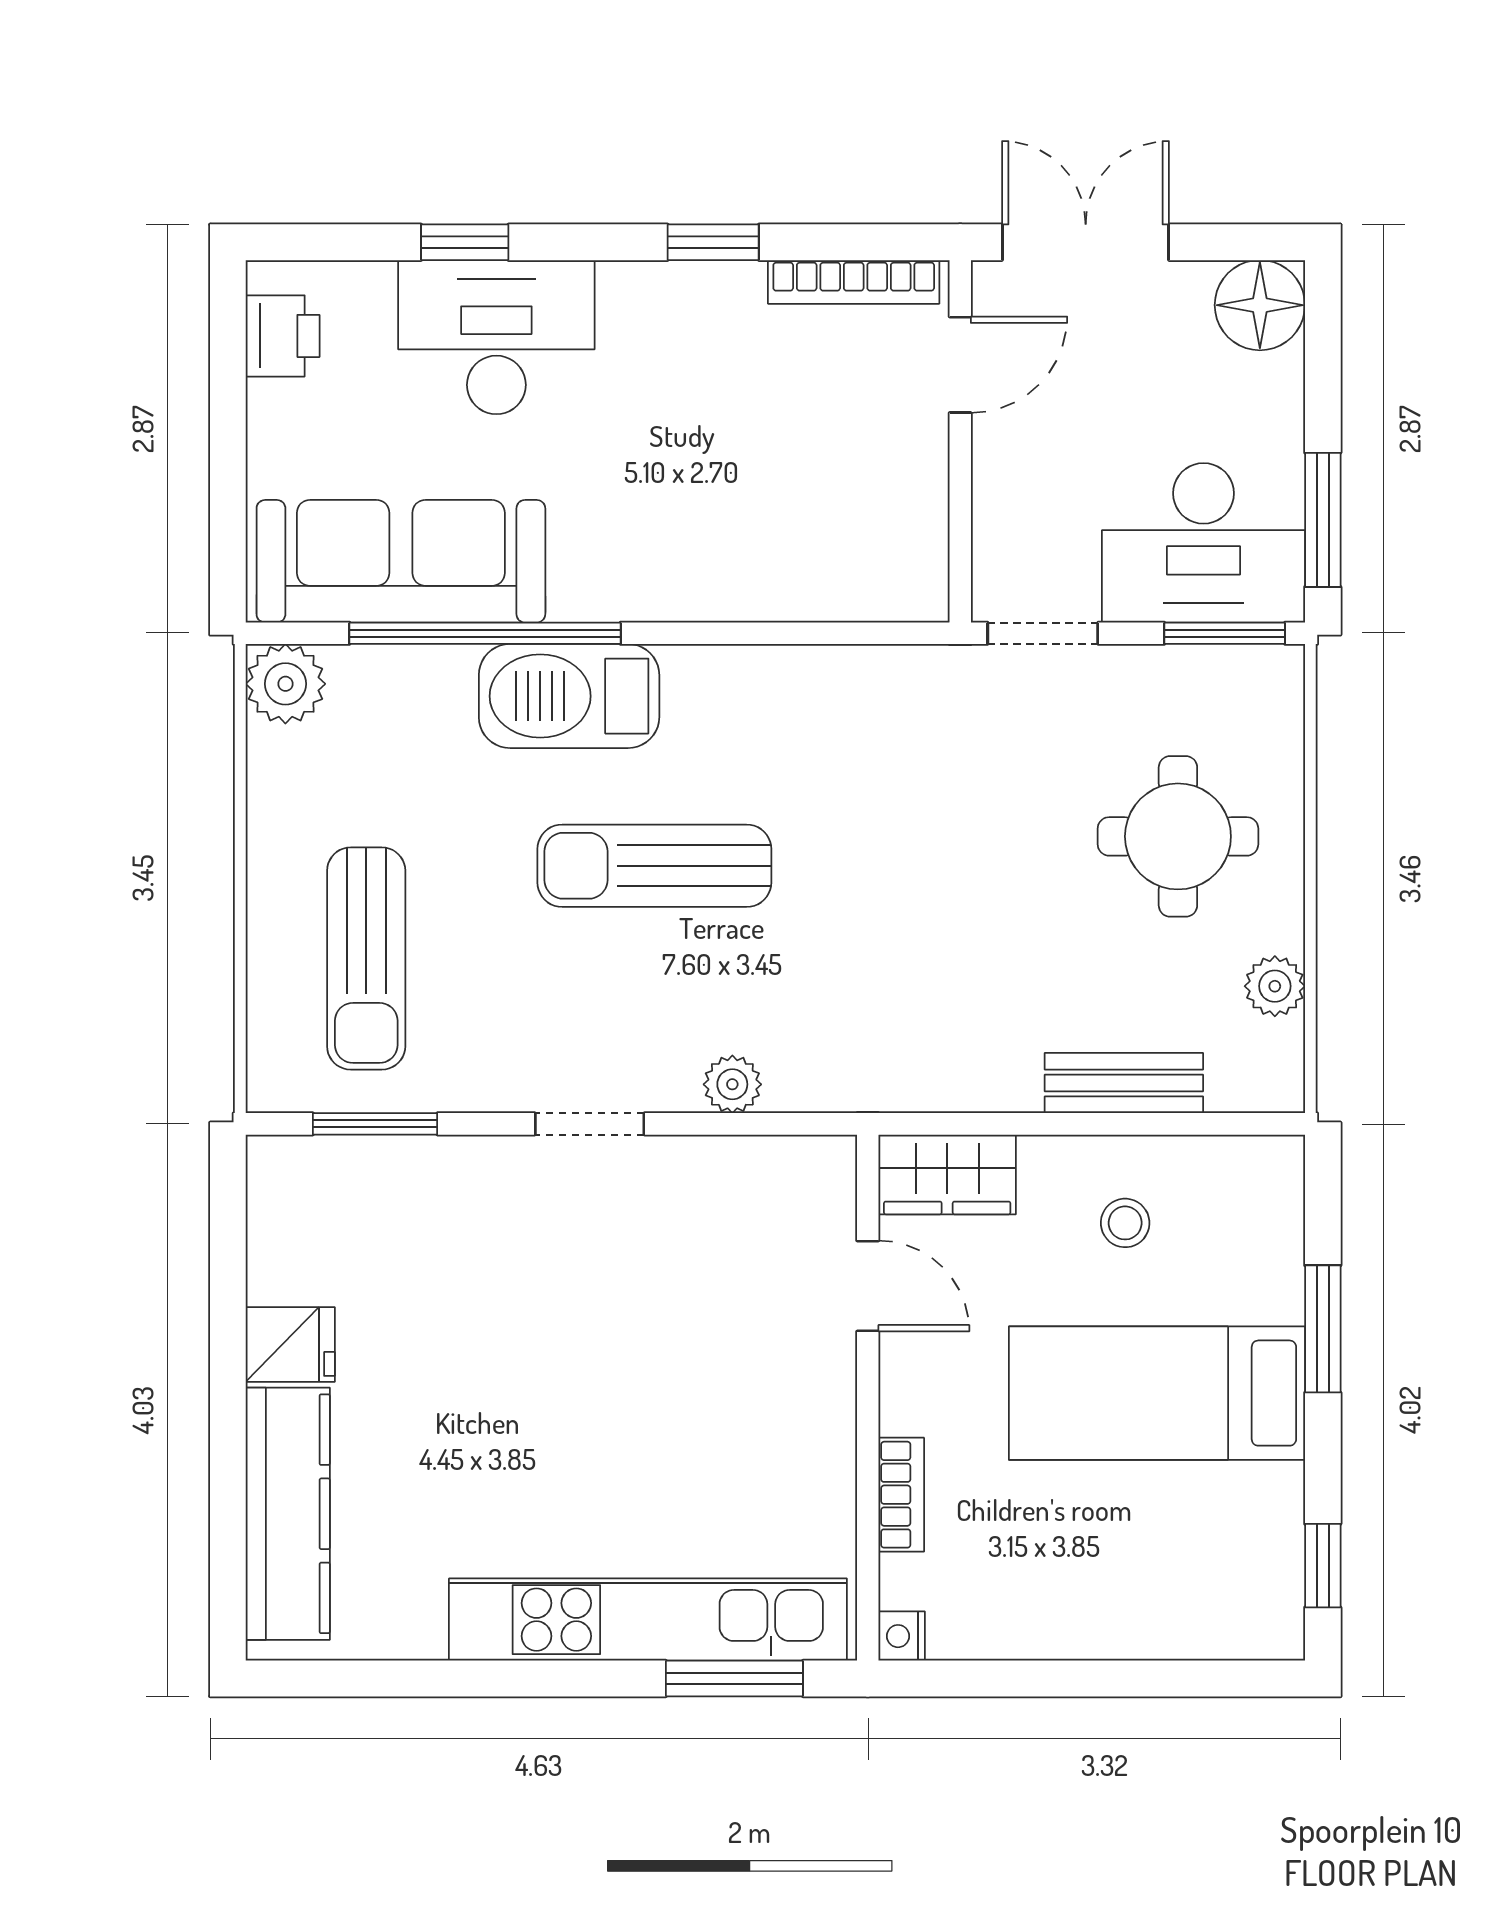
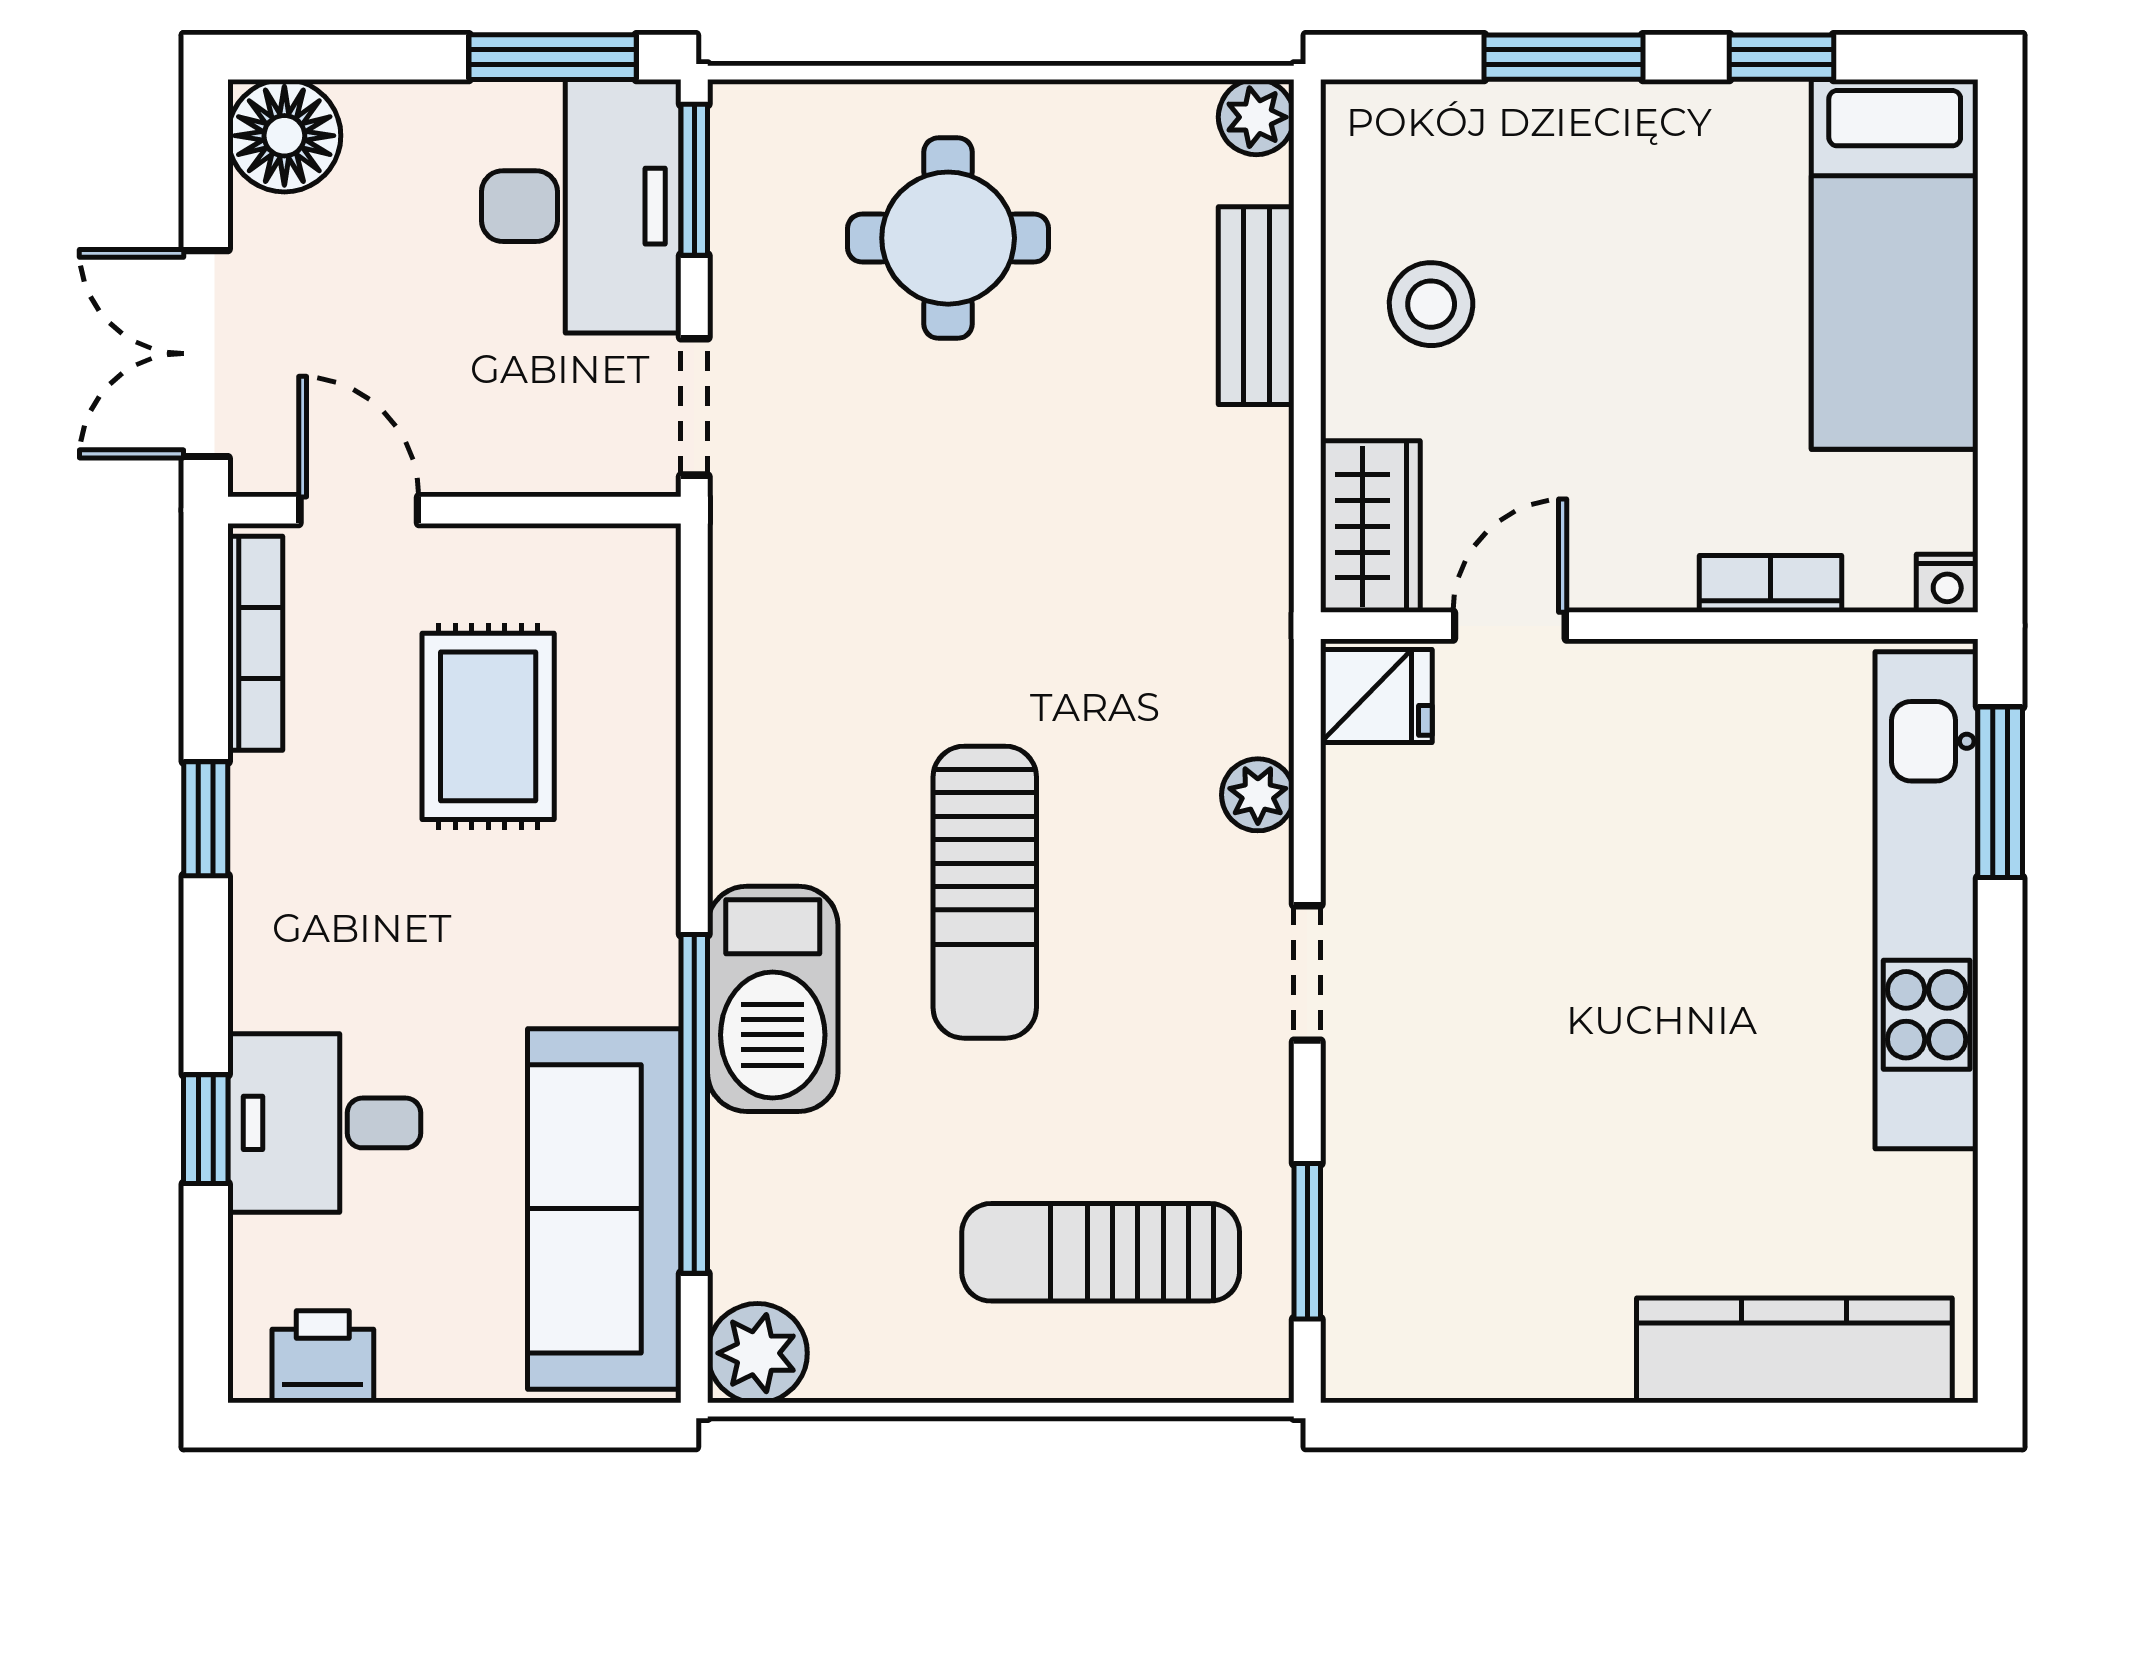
desk: (496, 337) -> (324, 1123), width x0.73
rug: (787, 468) -> (488, 726), added
sun lounger: (366, 958) -> (1101, 1252), turned 180
plant: (1275, 986) -> (1256, 117), moved
stool: (1125, 1223) -> (1431, 304), width x1.37, depth x1.37
fridge: (290, 1344) -> (1376, 696), moved, turned 90
bed: (1157, 1393) -> (1895, 264), moved
window: (1323, 1566) -> (1781, 57), moved

